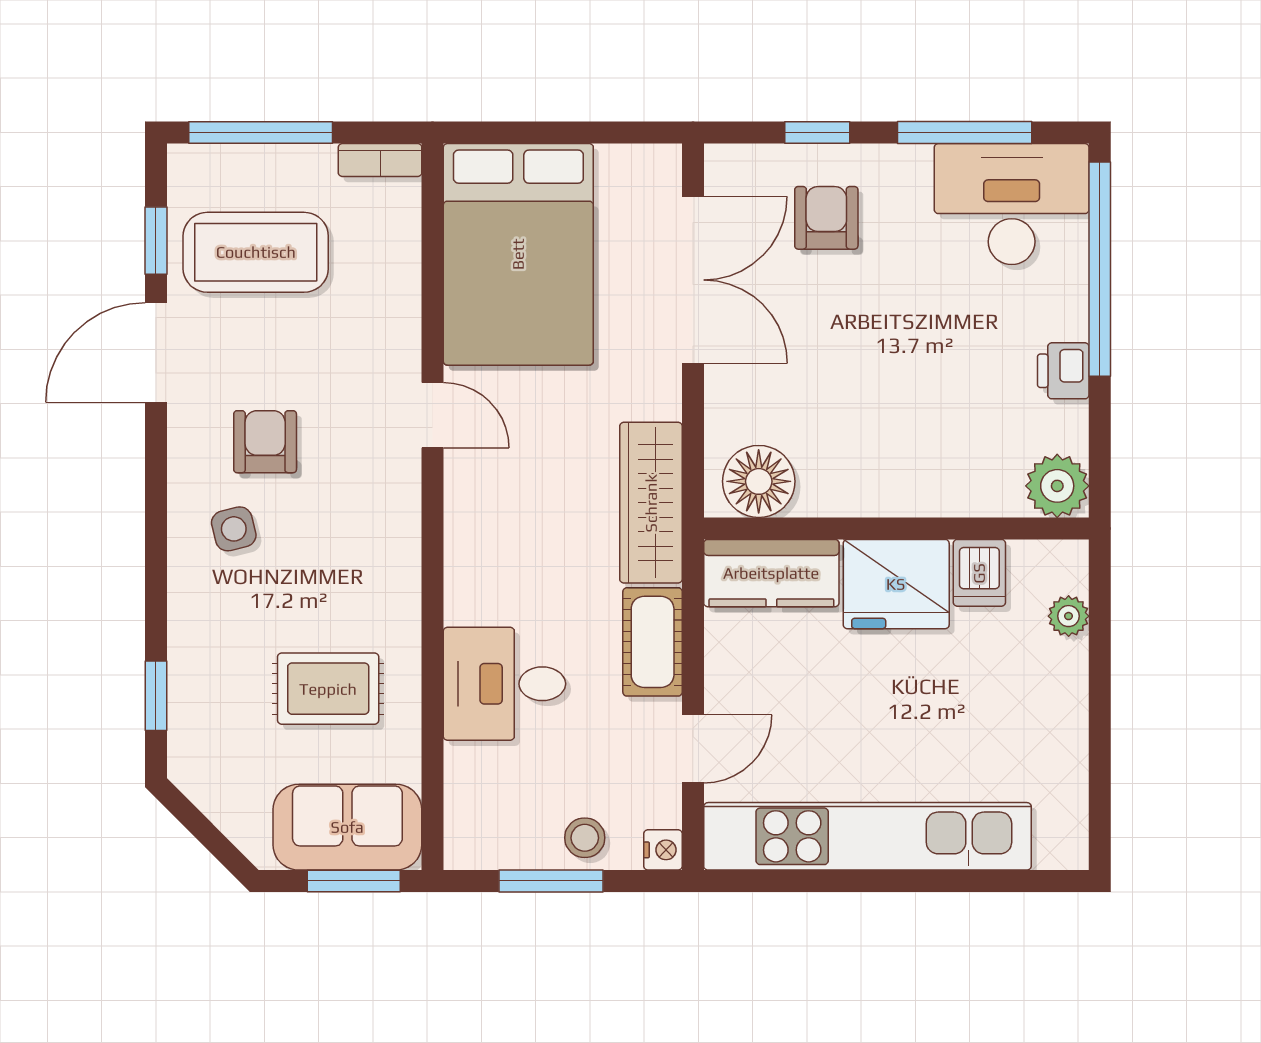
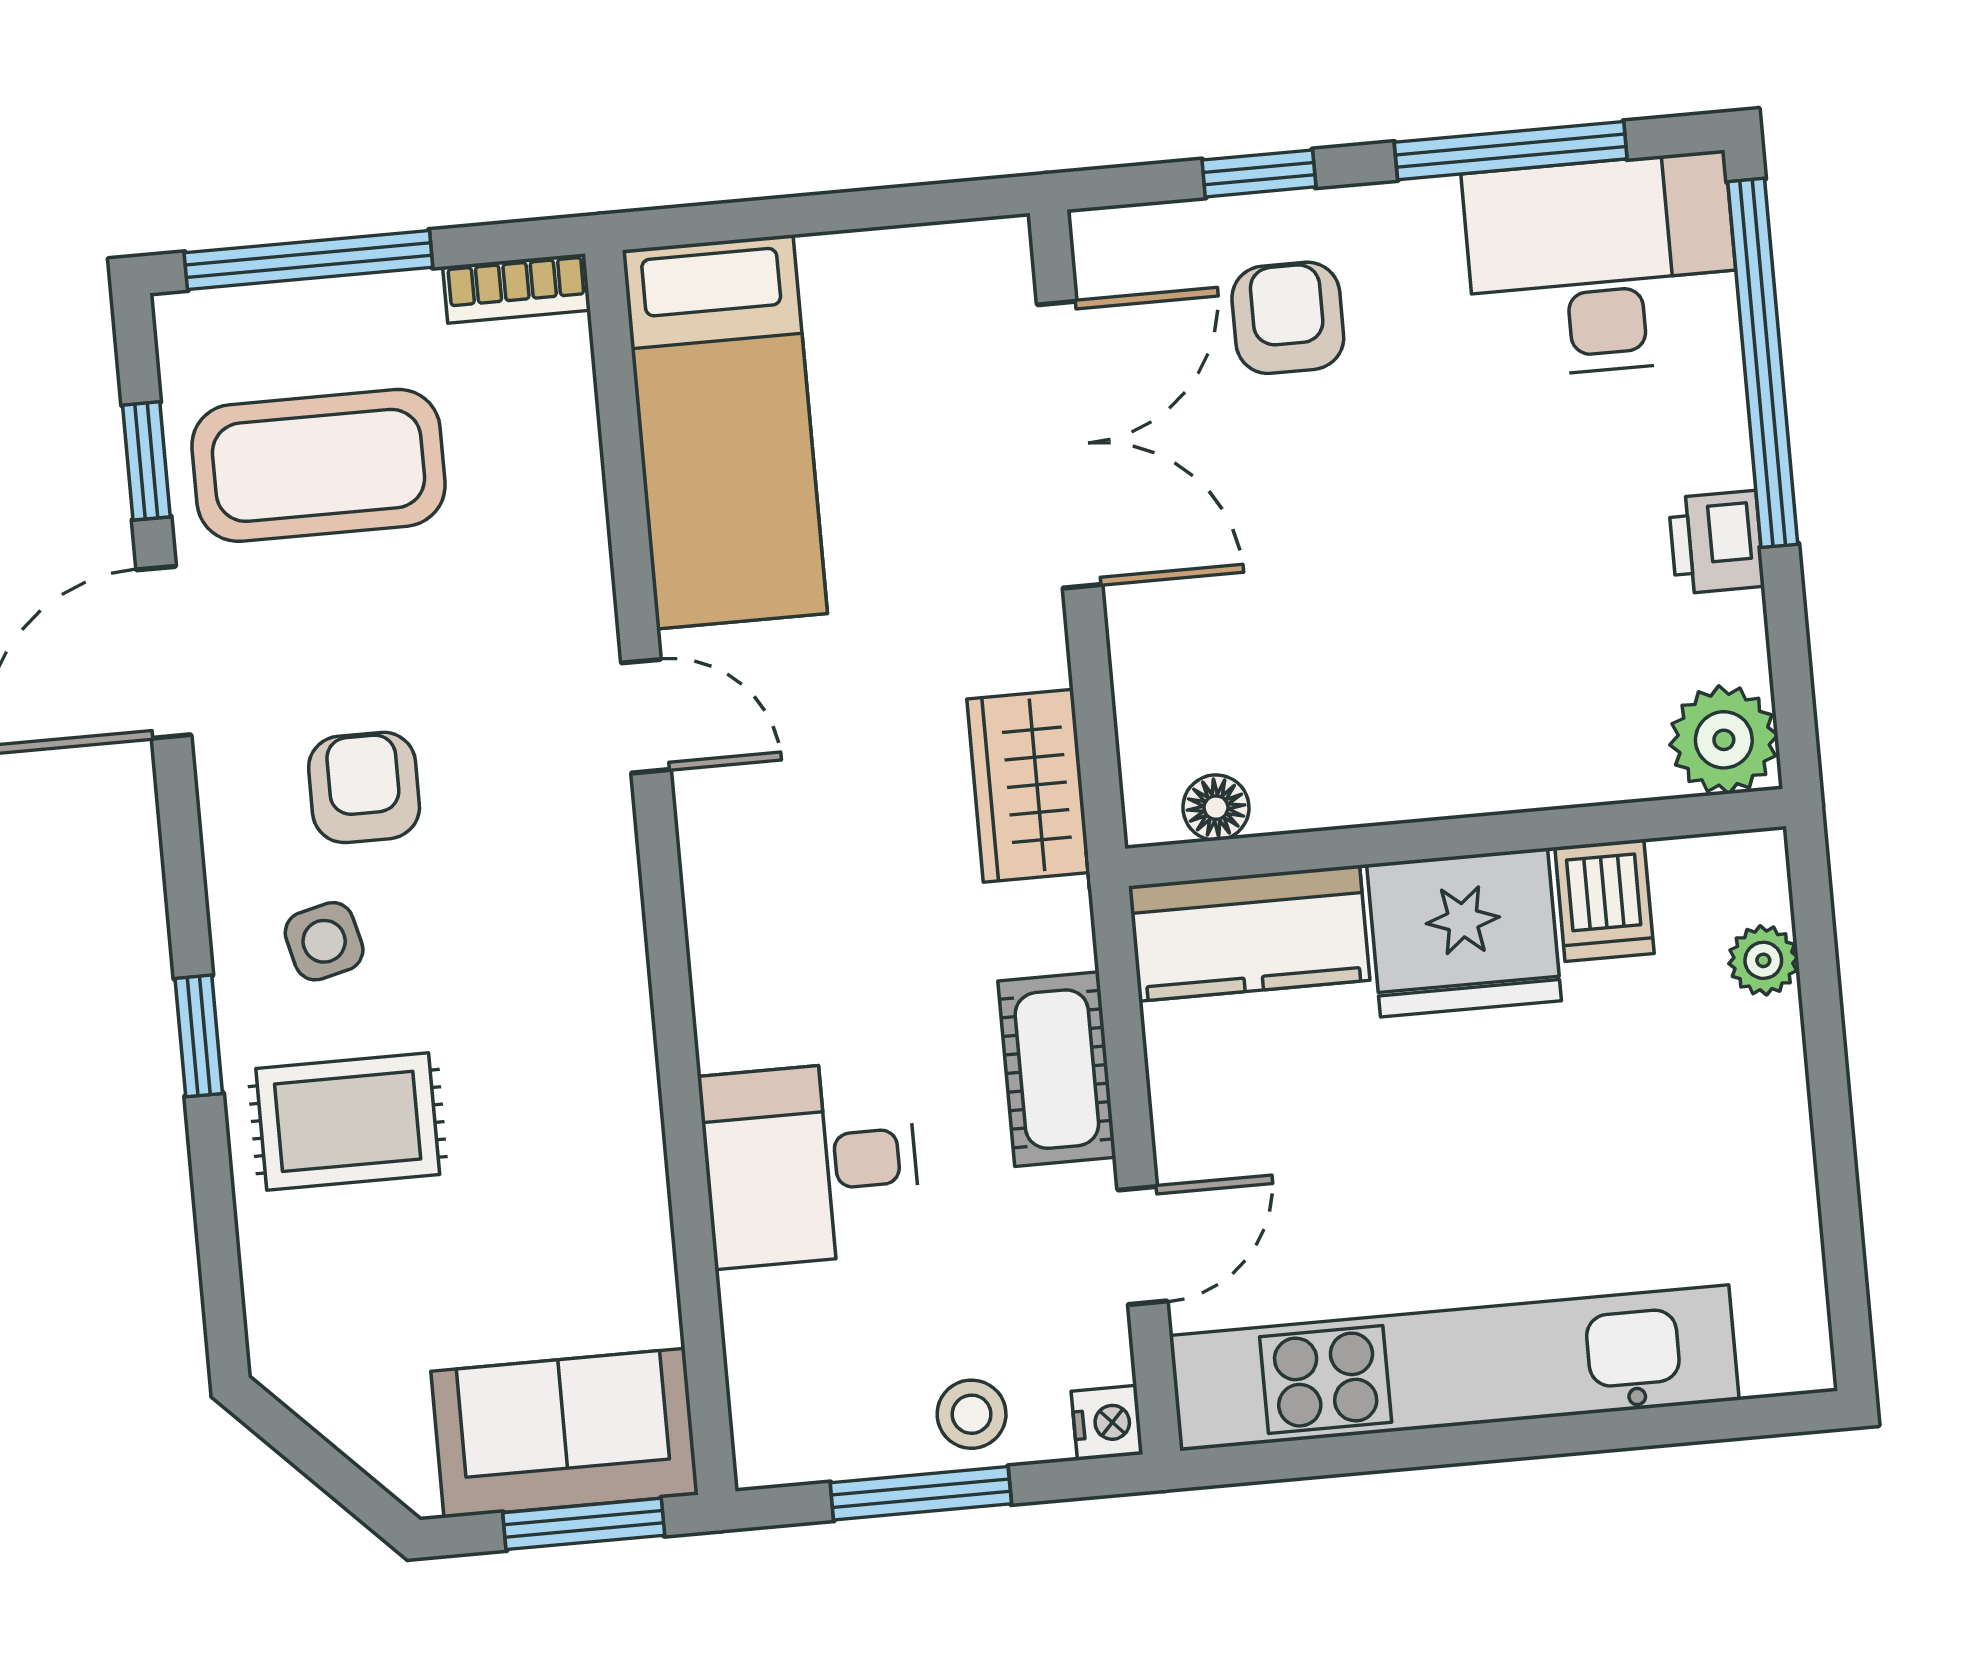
bed: (518, 254) -> (725, 432), width x0.67
floor lamp: (759, 481) -> (1216, 808), width x0.53, depth x0.53
wardrobe: (651, 503) -> (1028, 786), width x0.67
rug: (328, 689) -> (348, 1121), moved
window: (156, 696) -> (199, 1036), moved

